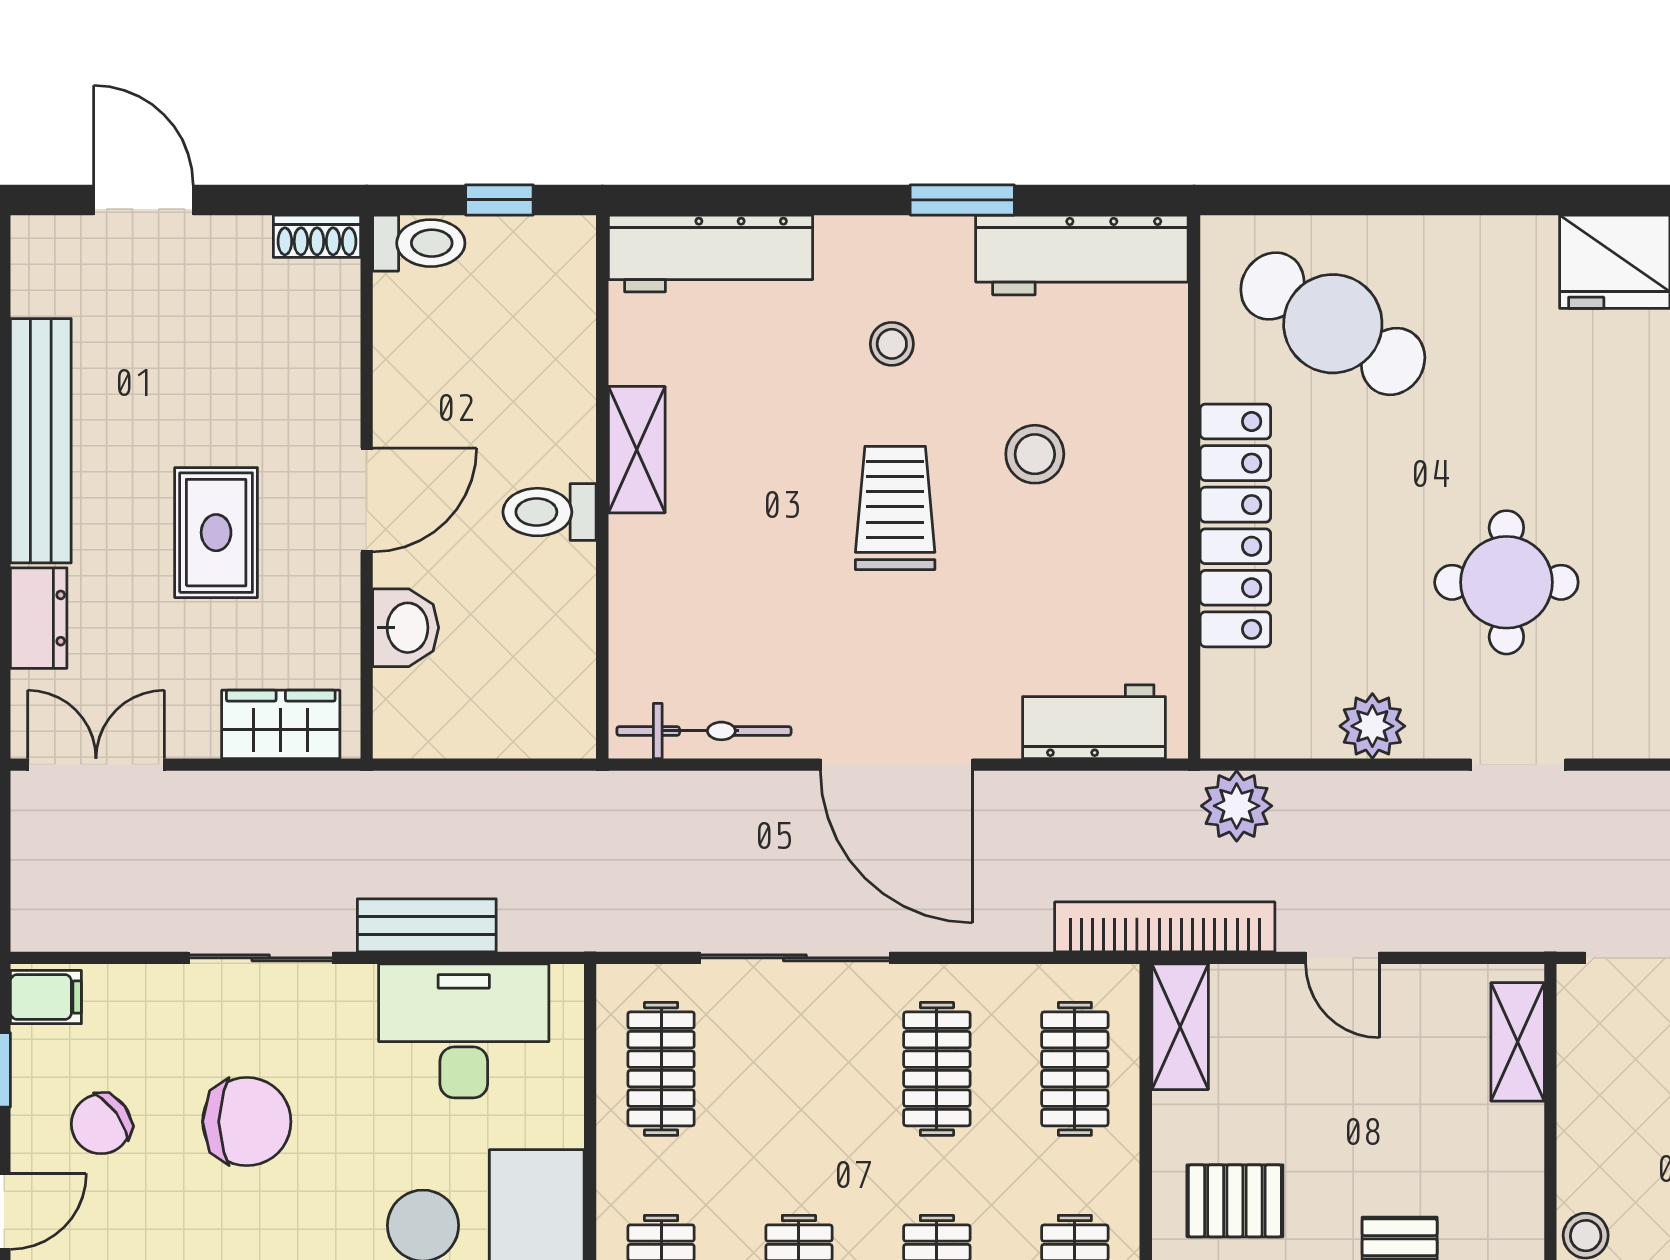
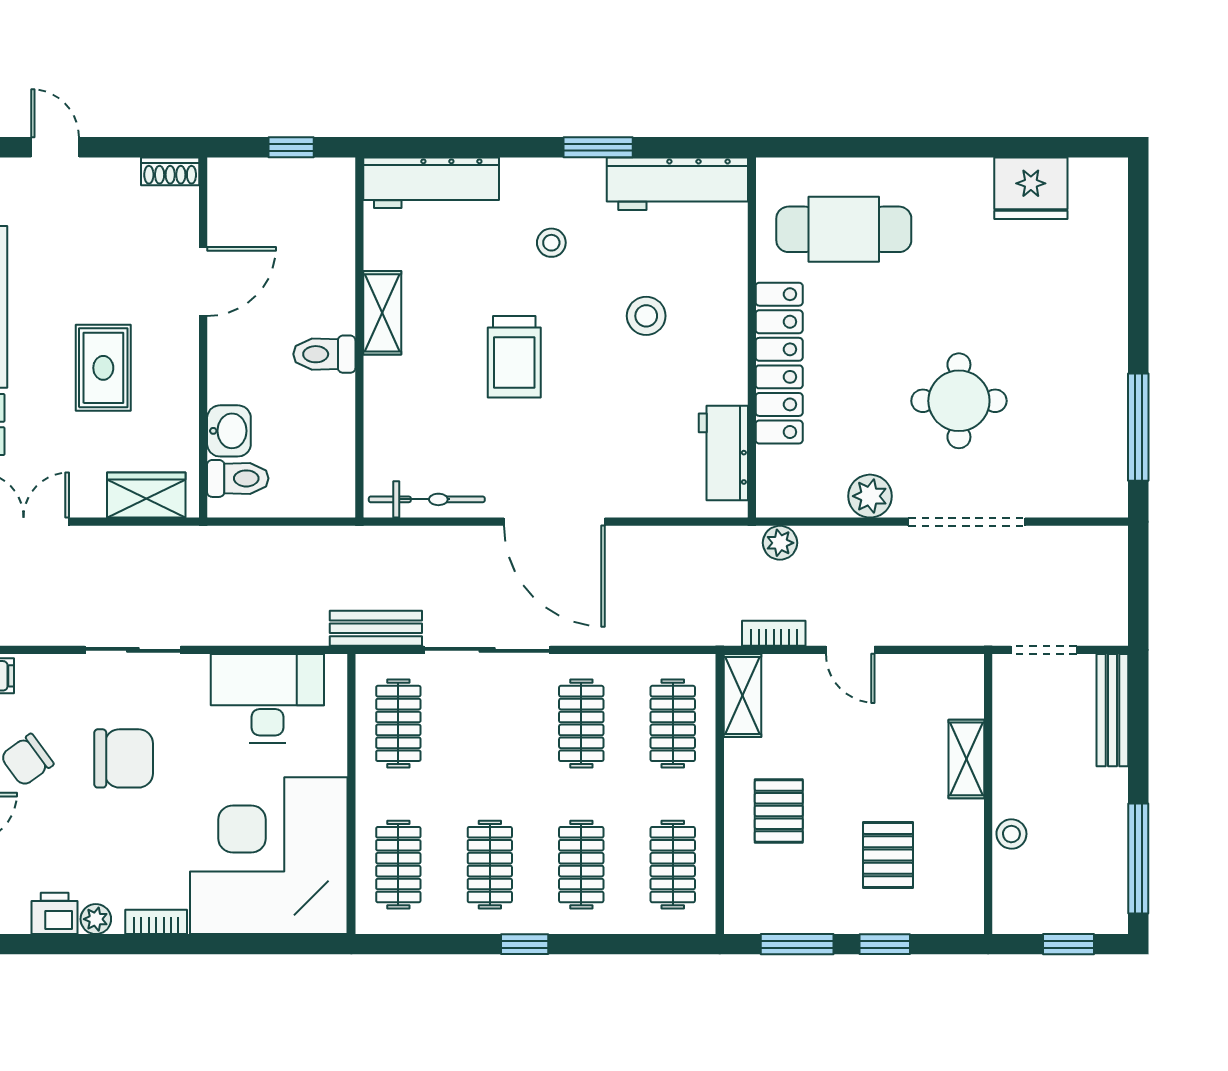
door: (143, 200) -> (55, 147), width x0.73
toilet: (419, 243) -> (238, 478), moved
cafe table: (1333, 324) -> (844, 229), turned -32
door: (367, 500) -> (203, 281), moved
trolley: (895, 508) -> (514, 357), moved, turned 180
workbench: (1094, 722) -> (723, 453), moved, turned -90
doorway: (1518, 765) -> (967, 522), width x1.88
plant: (1237, 806) -> (780, 543), width x0.73, depth x0.73
bench: (427, 925) -> (376, 628), moved
bookcase: (1165, 927) -> (774, 633), width x0.43, depth x0.76
shelving: (1518, 1042) -> (966, 759), moved
pallet: (1235, 1201) -> (779, 811), turned 90

